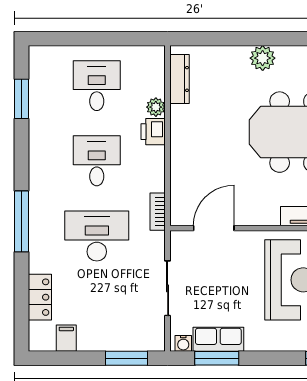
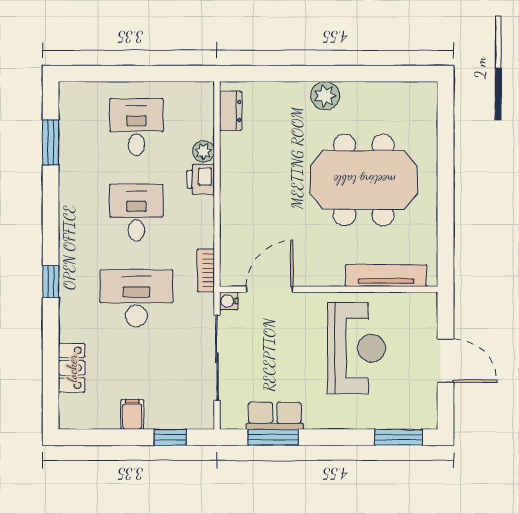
dresser: (179, 79) -> (231, 111), width x0.70
window: (21, 221) -> (51, 281), width x0.46
sliding door: (168, 288) -> (217, 358), width x1.37
filing cabinet: (66, 338) -> (132, 414), moved
water cooler: (183, 343) -> (229, 301), moved, turned 90
window: (126, 358) -> (170, 437), width x0.67

